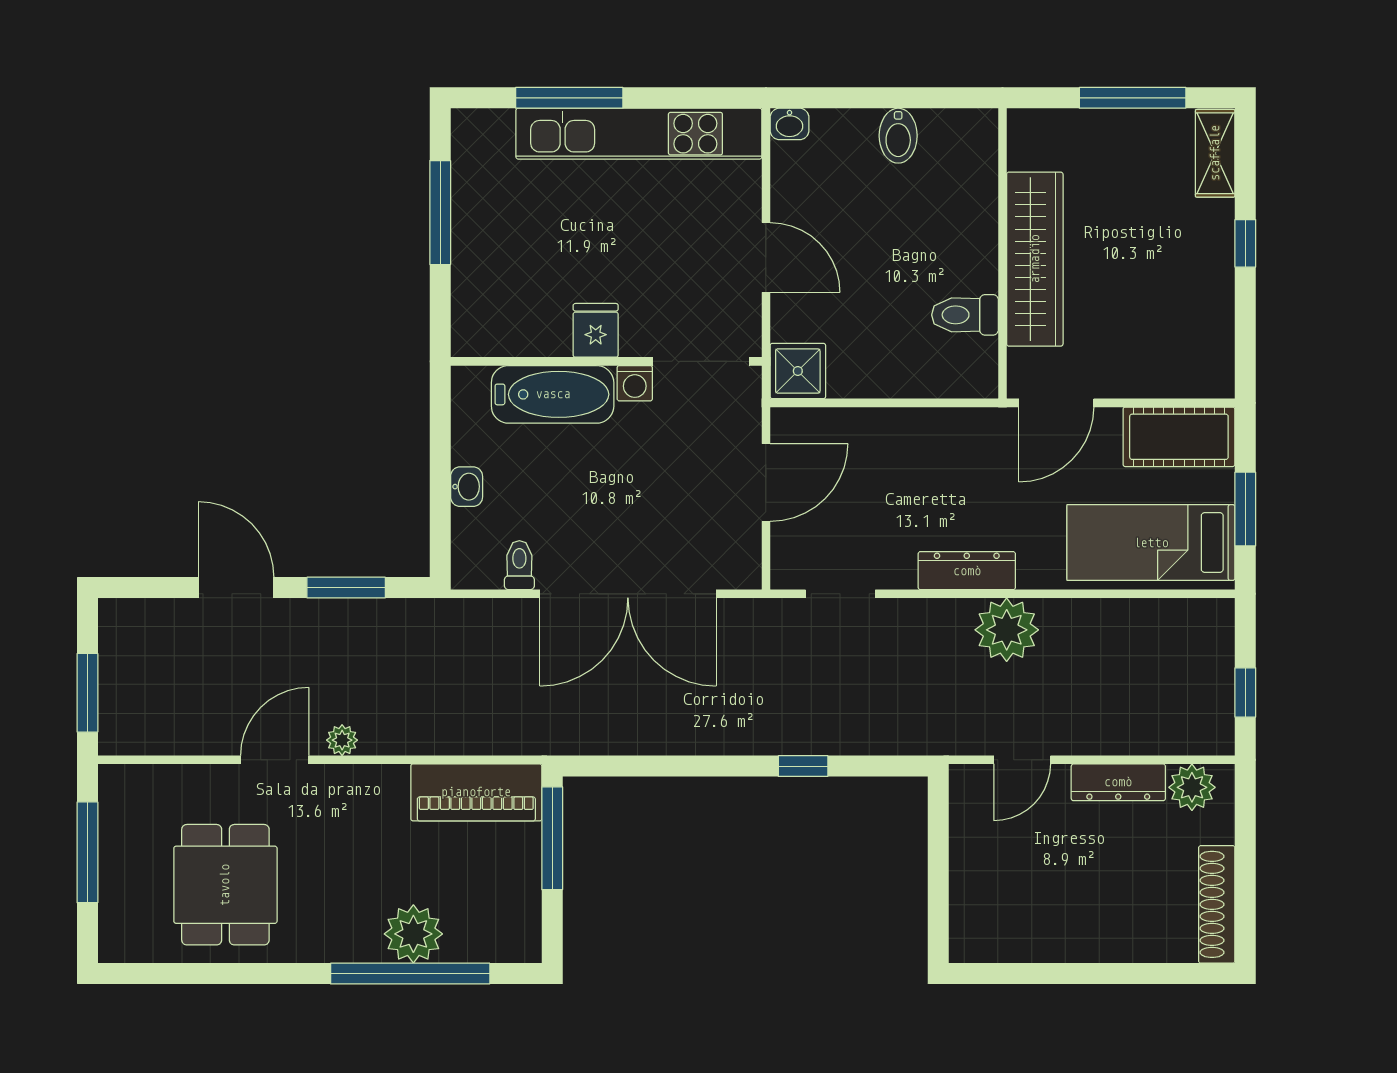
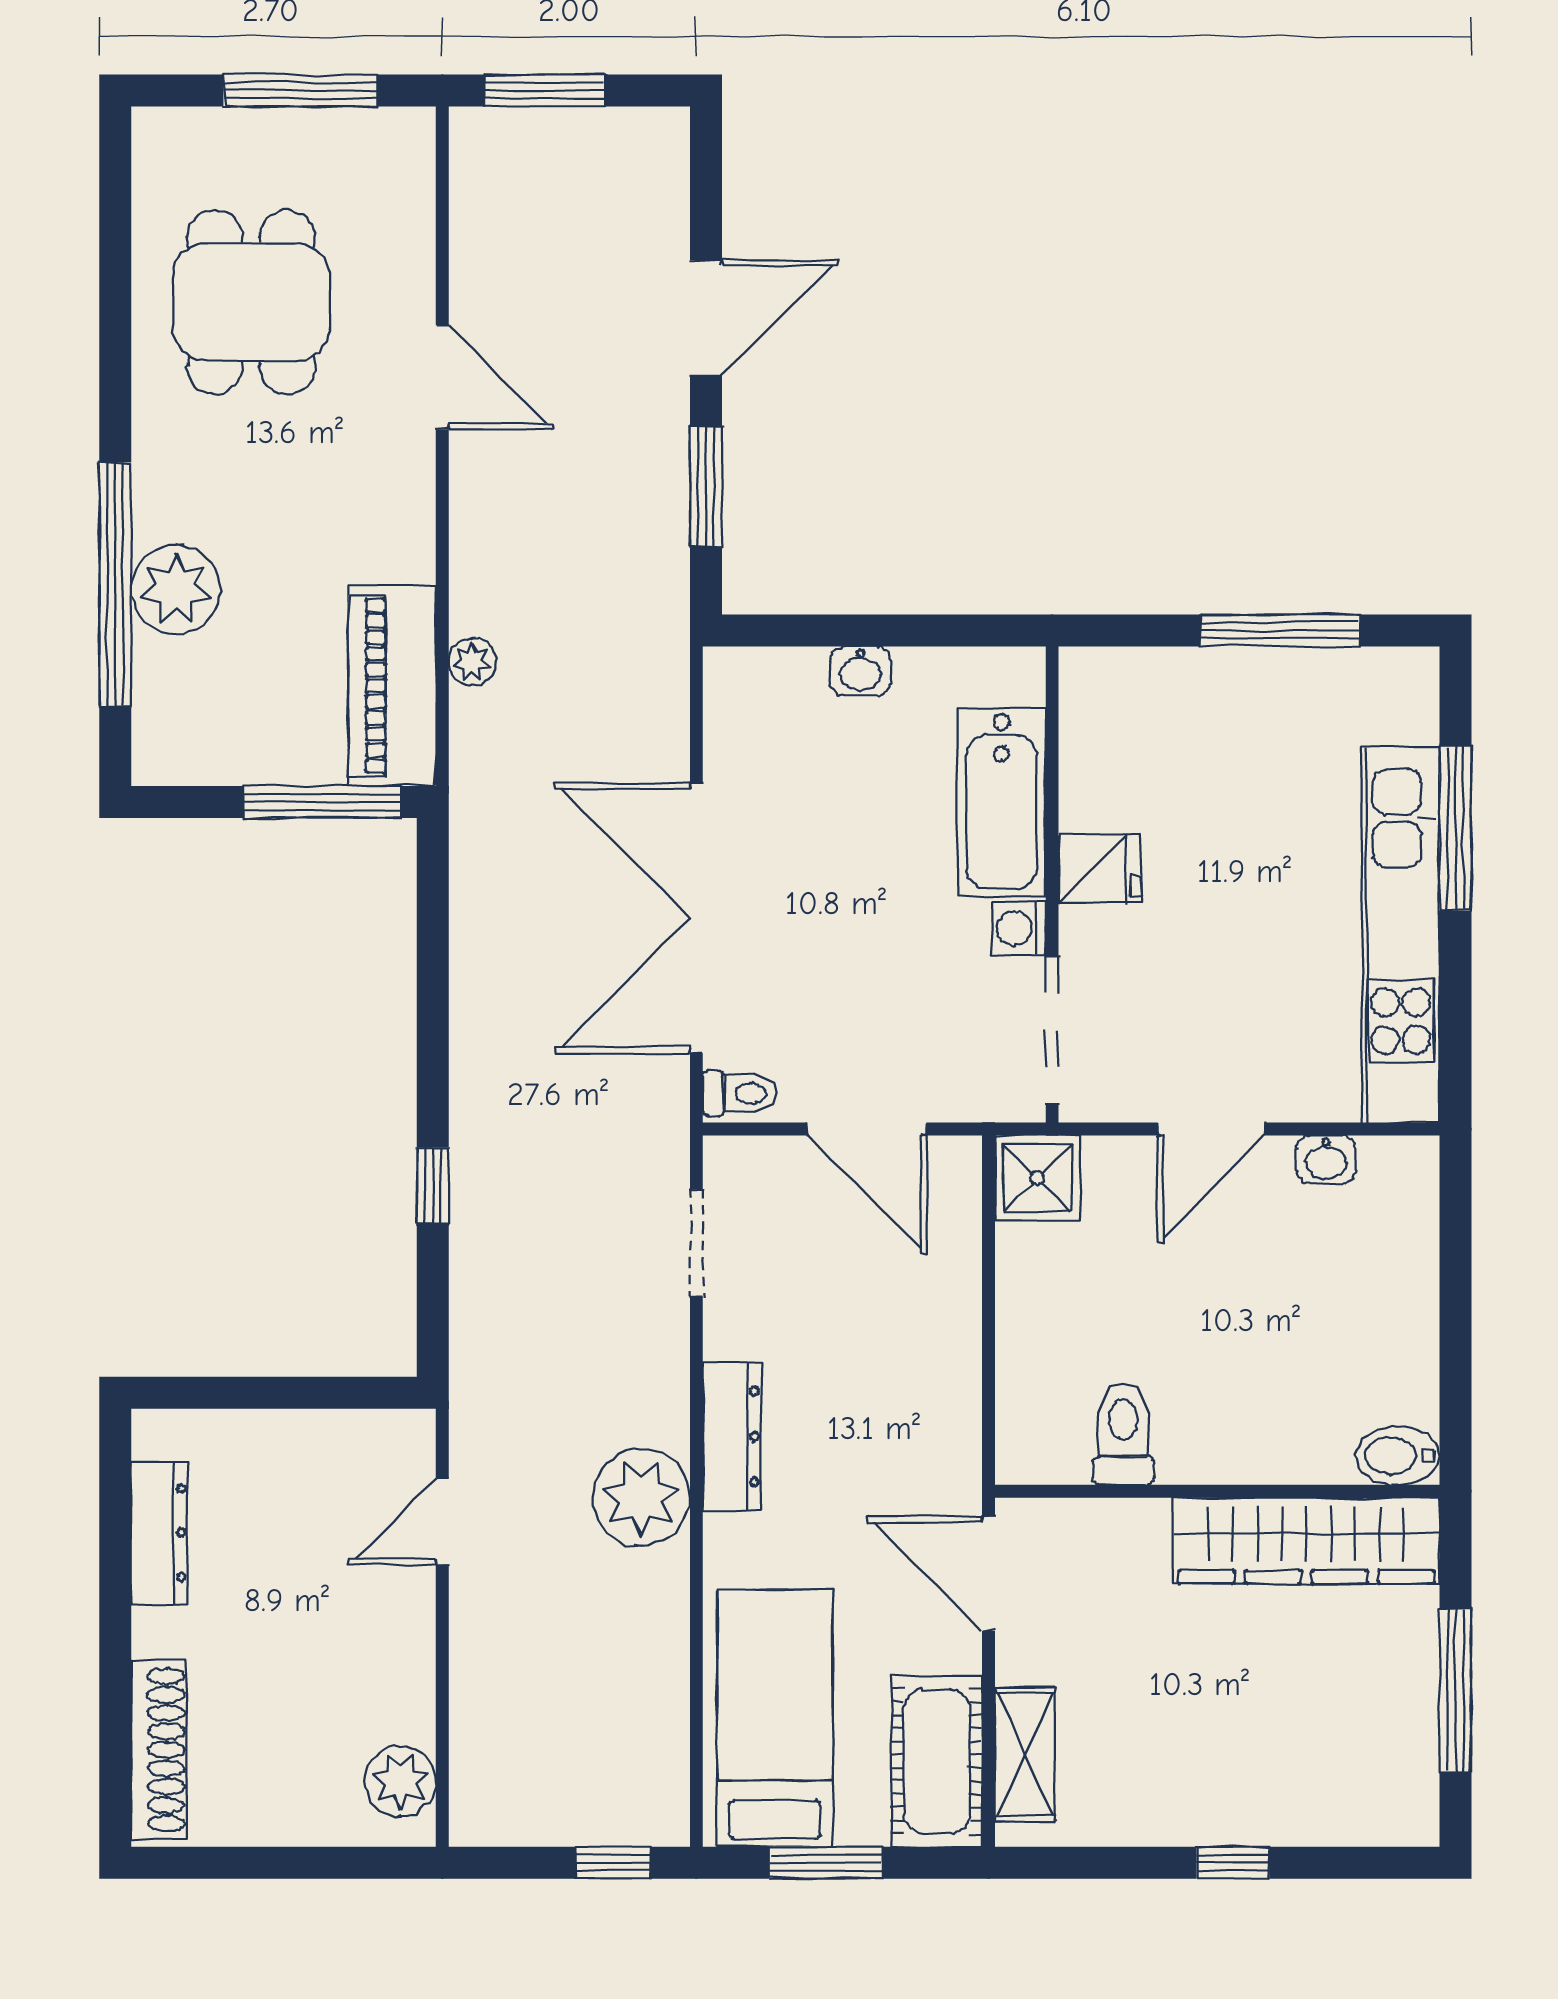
washbasin: (790, 124) -> (1326, 1160), moved, turned -90
bidet: (898, 136) -> (1398, 1456), moved
shelving: (1215, 153) -> (1025, 1754), moved, turned 90
wardrobe: (1035, 259) -> (1306, 1541), moved
toilet: (519, 565) -> (740, 1093), moved
window: (1245, 692) -> (613, 1863), moved
plant: (342, 740) -> (472, 662), moved
door: (1022, 760) -> (442, 1521), hinge flipped
dresser: (1118, 782) -> (159, 1533), moved, turned 180
dining table: (225, 885) -> (251, 302), turned 90
shoe rack: (1217, 904) -> (159, 1750), moved, turned 90

